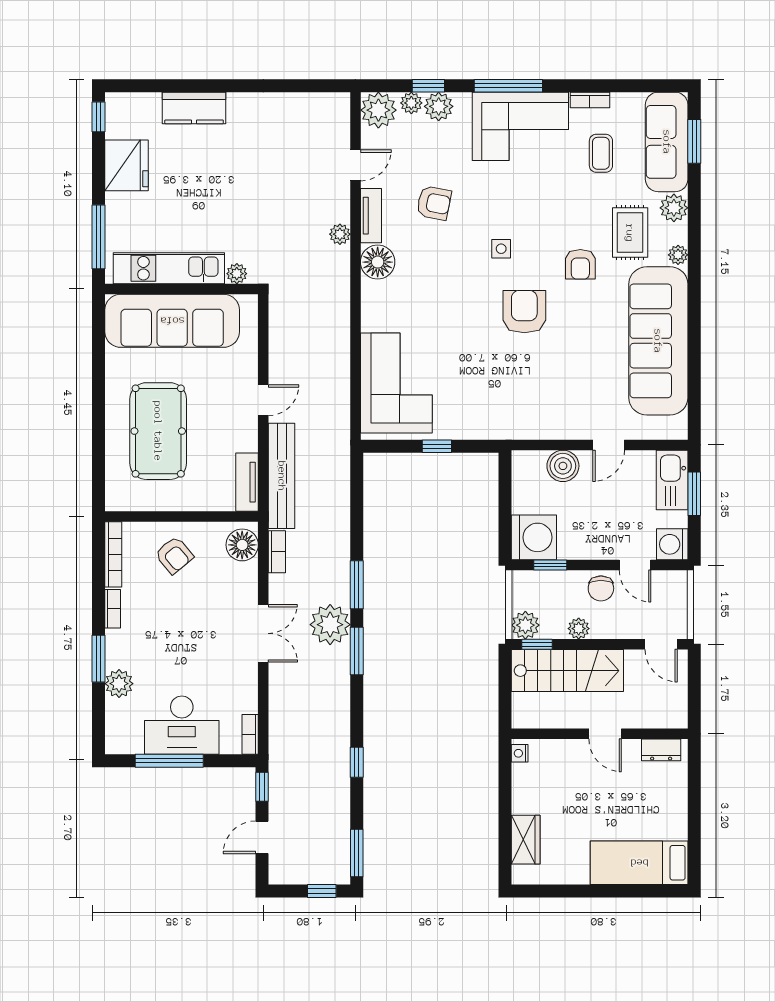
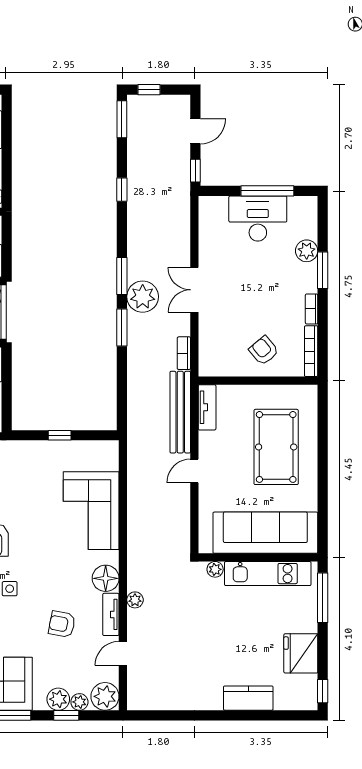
corner sofa: (396, 383) -> (91, 511), moved
floor lamp: (242, 545) -> (211, 359), removed
bookcase: (250, 734) -> (205, 211), removed

